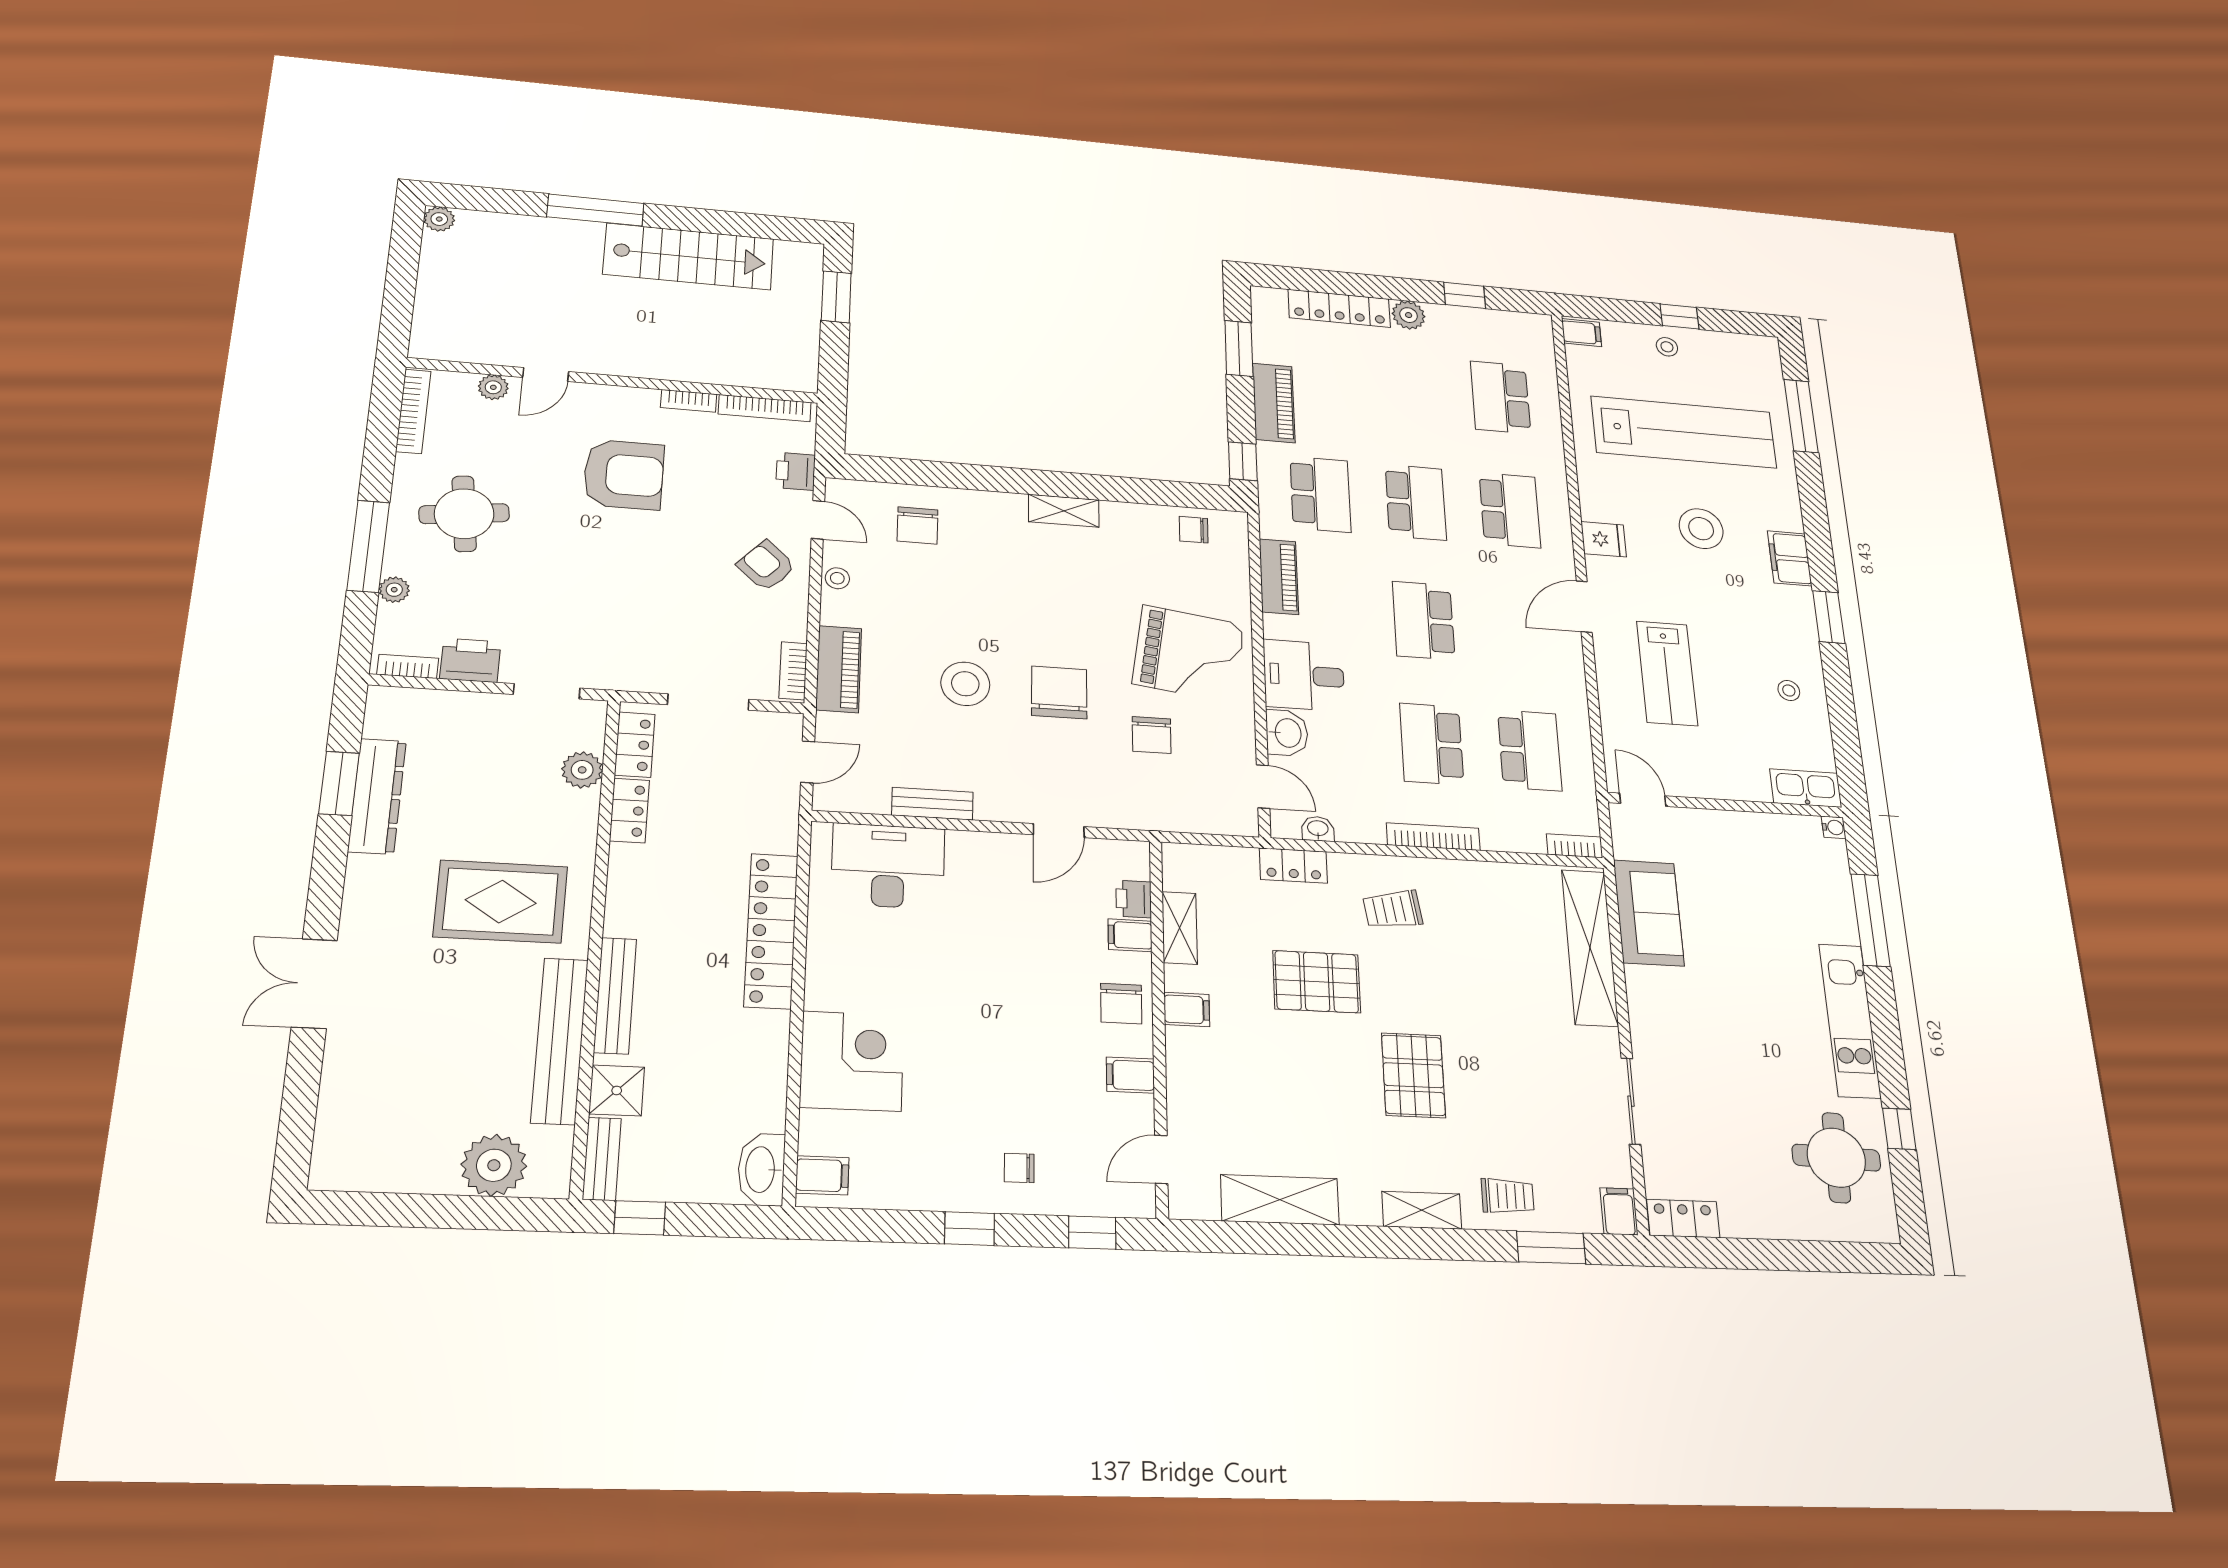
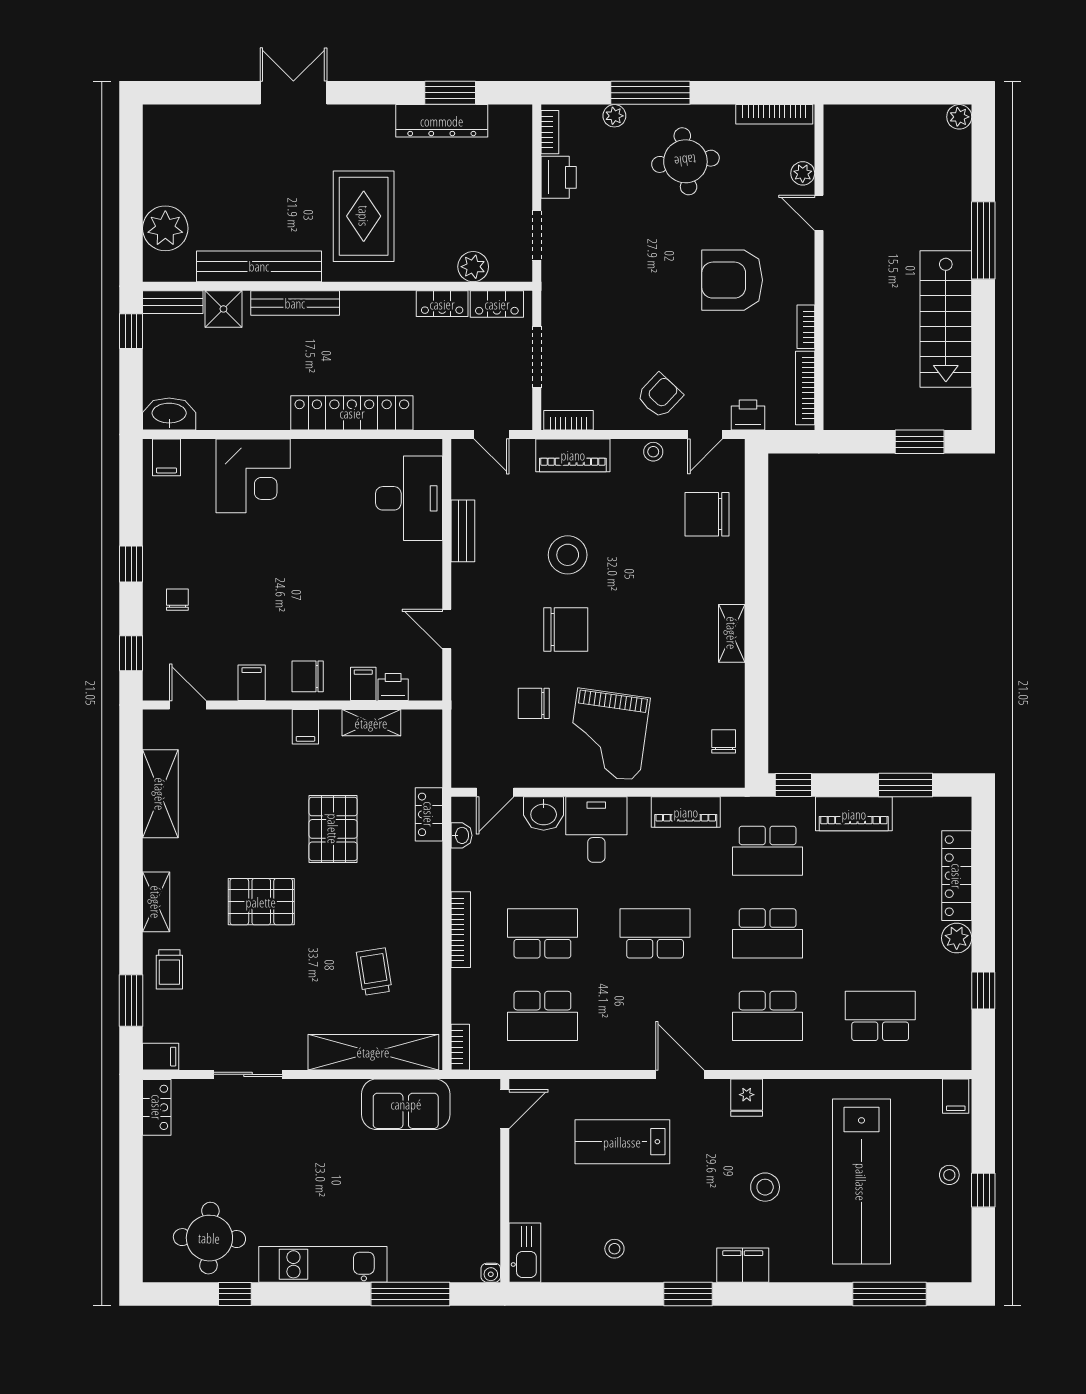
armchair: (624, 475) -> (732, 280), turned 90
chair: (918, 525) -> (707, 514), width x1.37, depth x1.37
stool: (1701, 529) -> (765, 1187), width x0.73, depth x0.73
trolley: (1393, 910) -> (374, 972), moved

